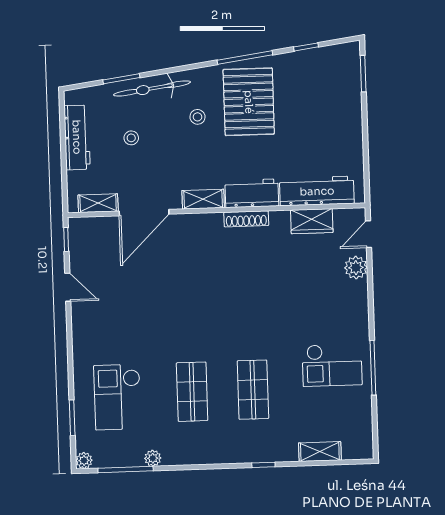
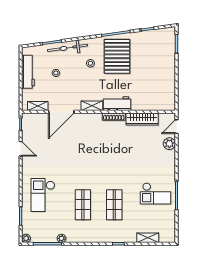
workbench: (317, 191) -> (151, 103), removed
wardrobe: (312, 221) -> (142, 119), width x1.50
checkout: (117, 397) -> (43, 195), moved

